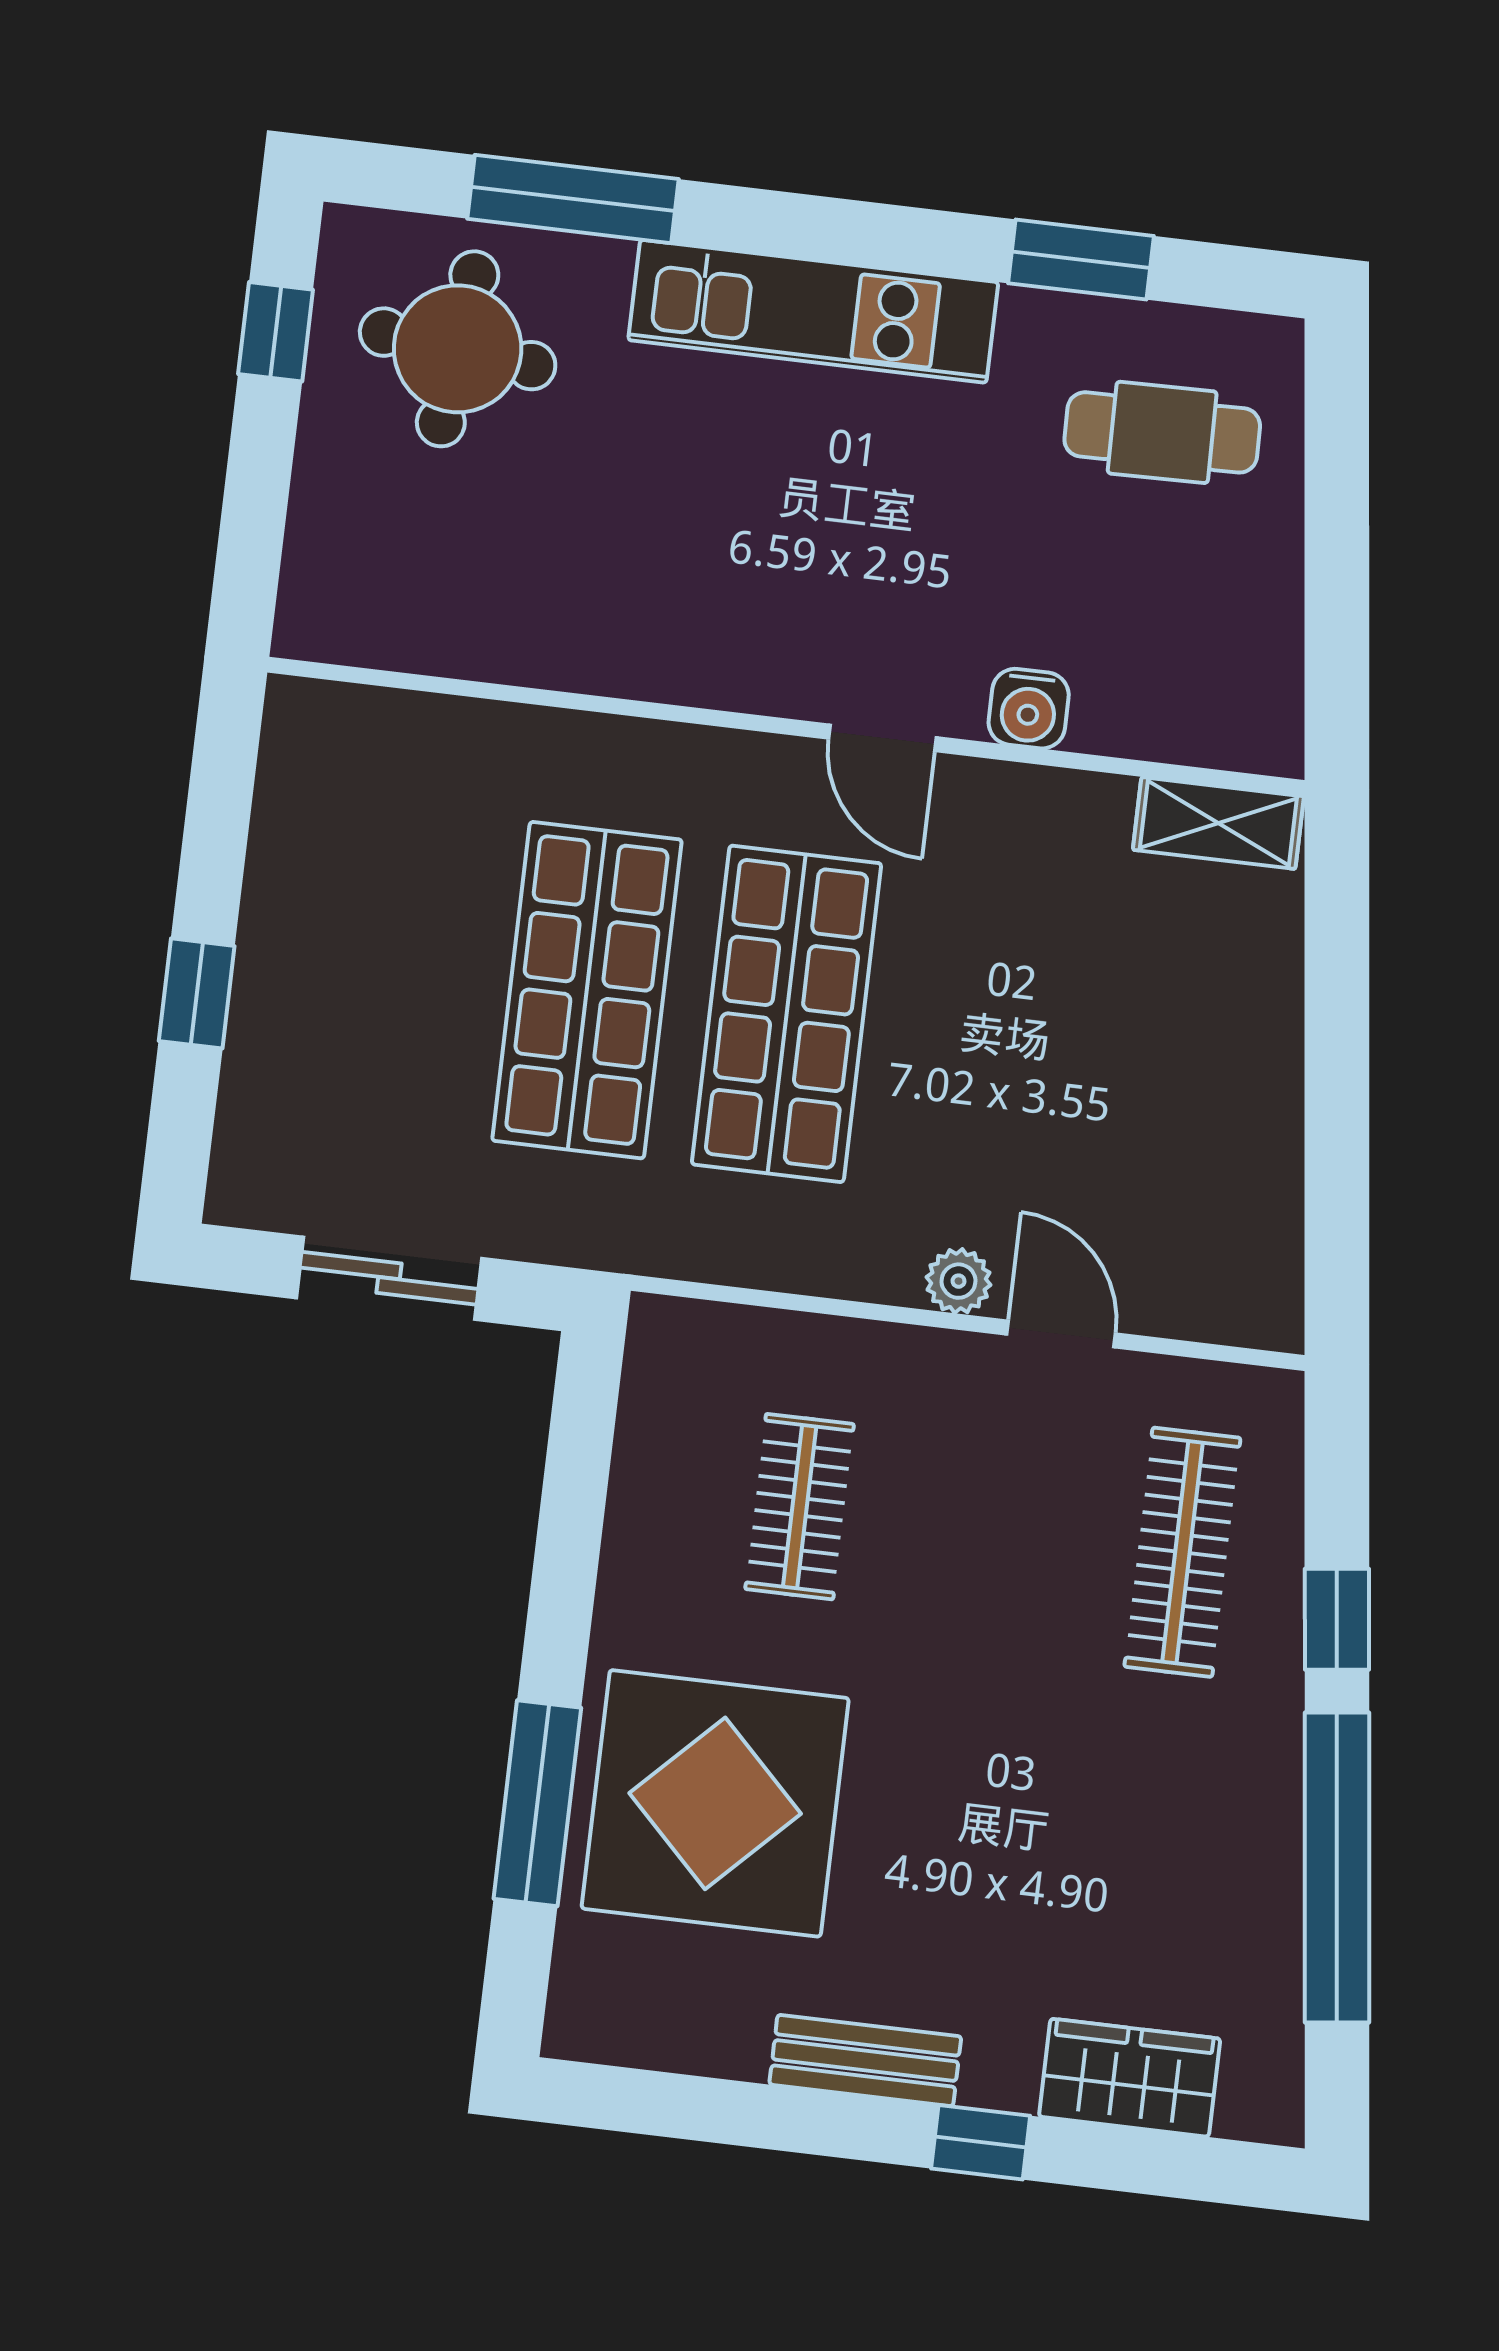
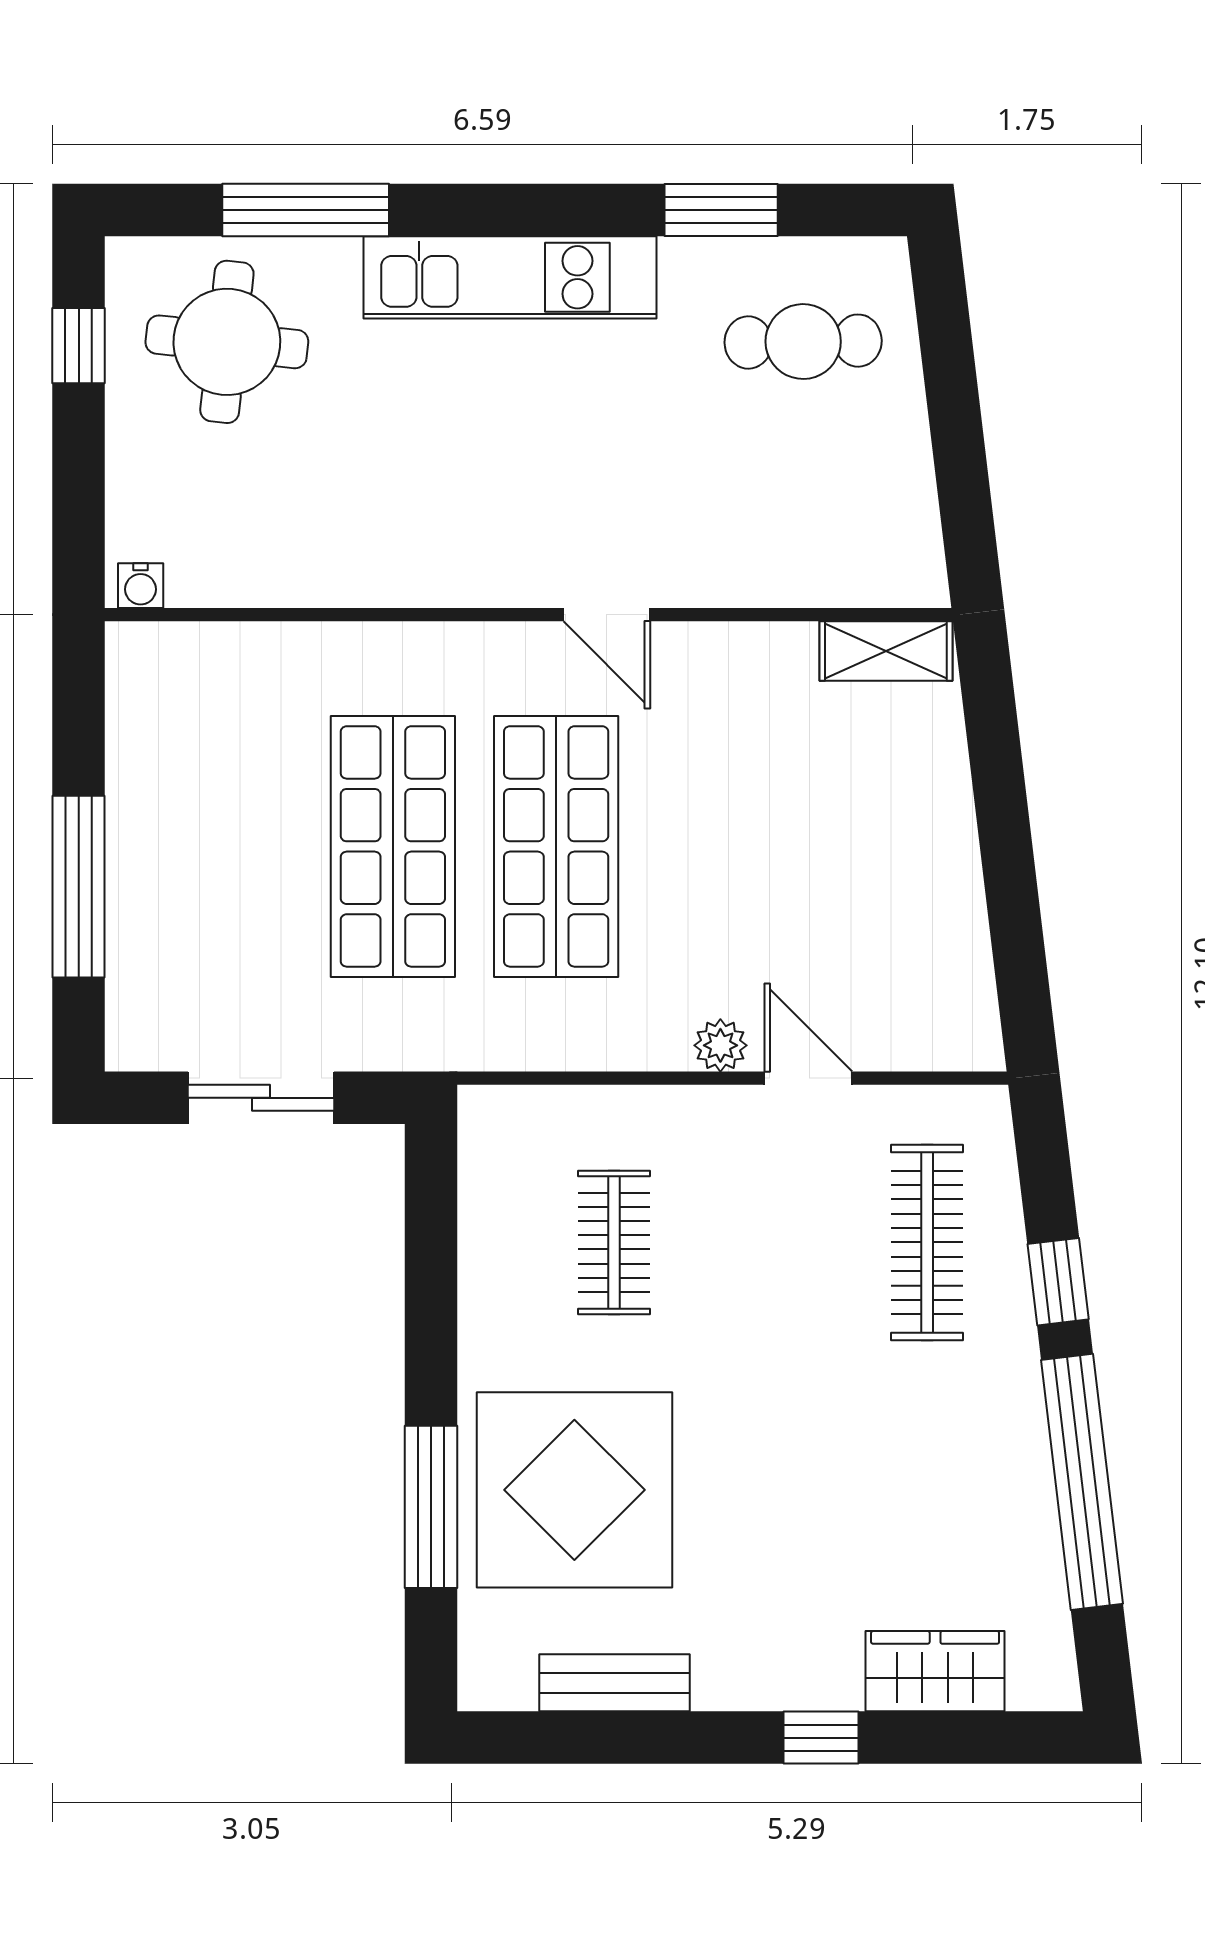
water cooler: (1029, 709) -> (141, 586), moved, width x0.72, depth x0.72
window: (197, 993) -> (79, 887), width x2.17
bench: (865, 2060) -> (615, 1683), moved

